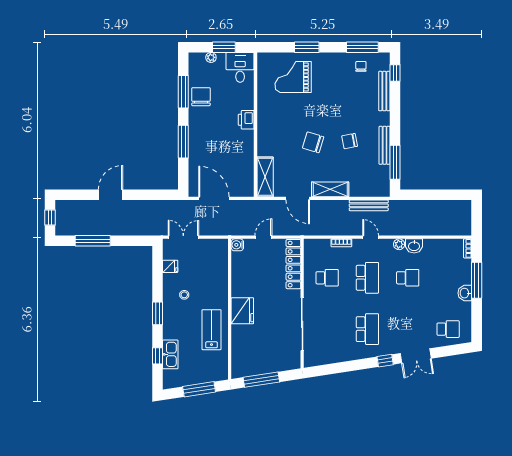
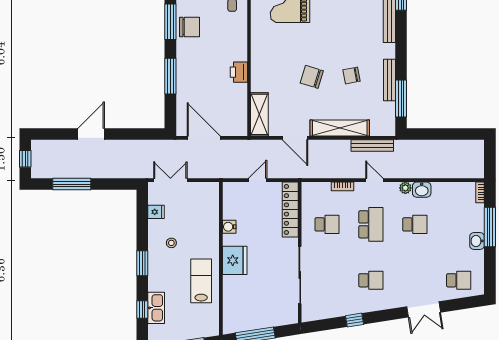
chair: (201, 97) -> (190, 27), turned 90
printer: (246, 120) -> (239, 72), moved
shelving: (330, 189) -> (340, 128), width x1.47
water cooler: (237, 245) -> (229, 227), moved
school desk: (367, 329) -> (371, 280), width x0.54
window: (385, 361) -> (354, 320), moved

